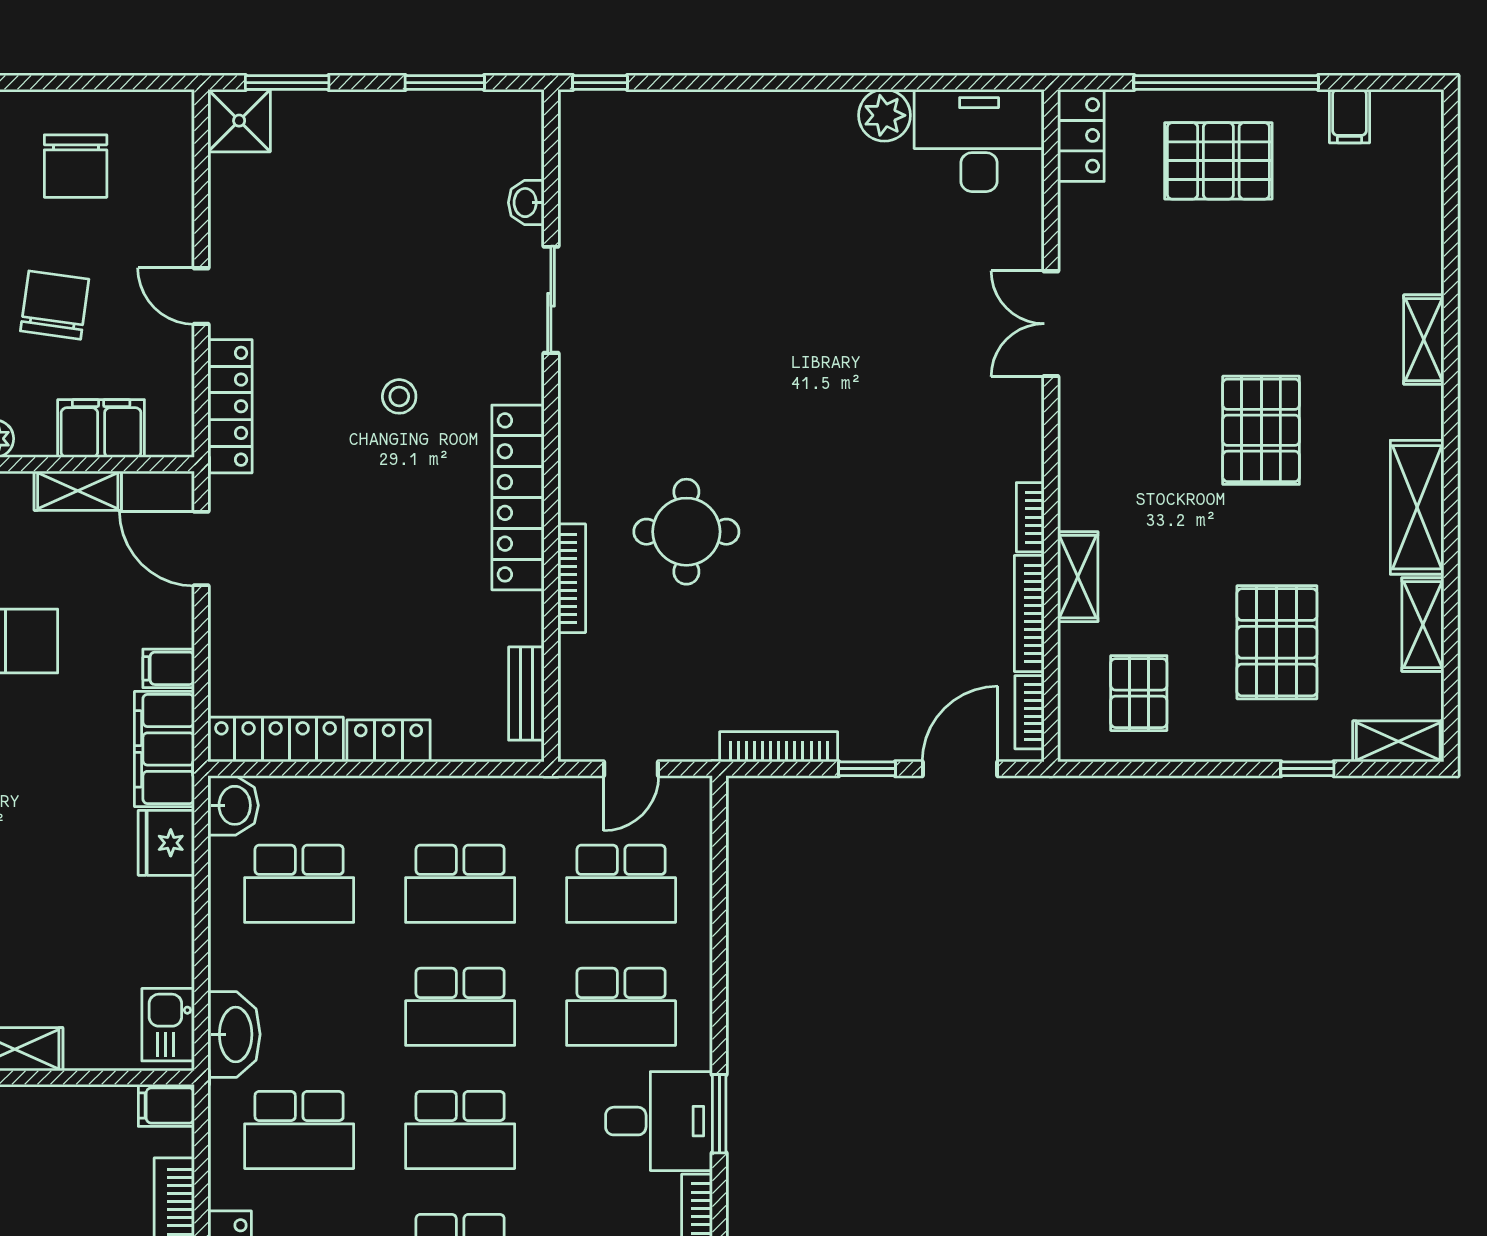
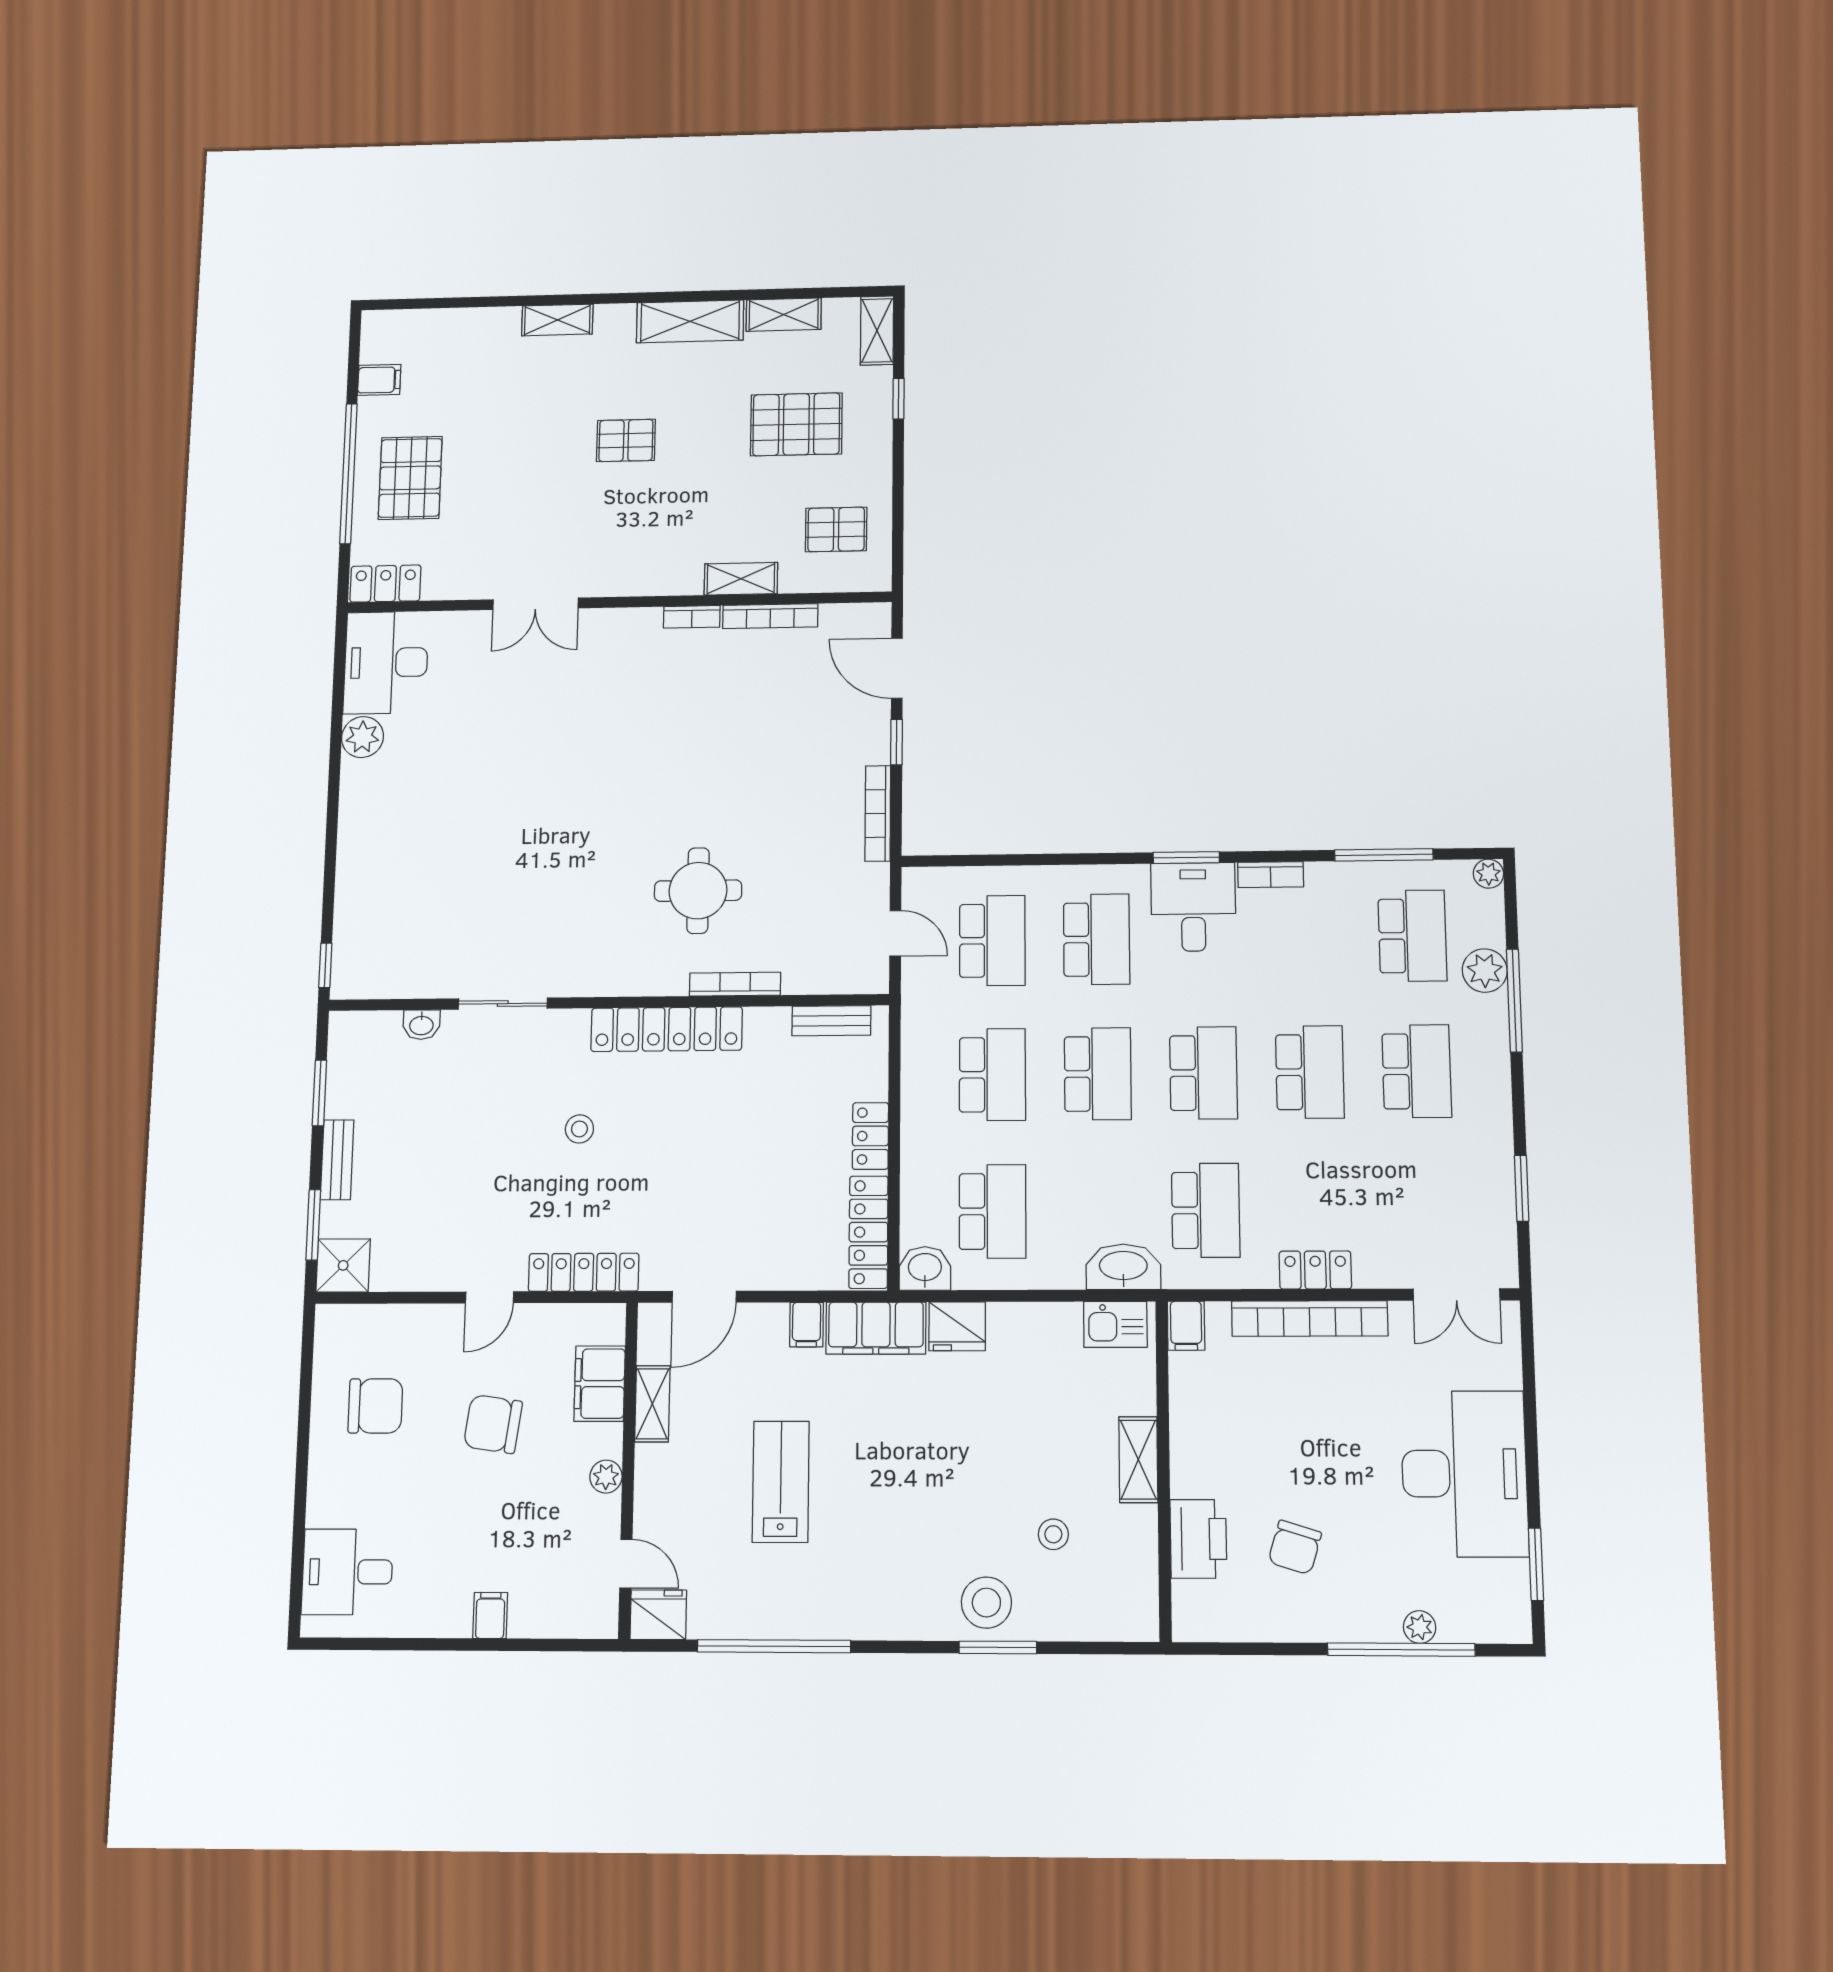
bench: (364, 108) -> (337, 1160), added
pallet: (1261, 430) -> (626, 440), width x0.67, depth x0.71
bookcase: (1029, 712) -> (851, 614), removed

